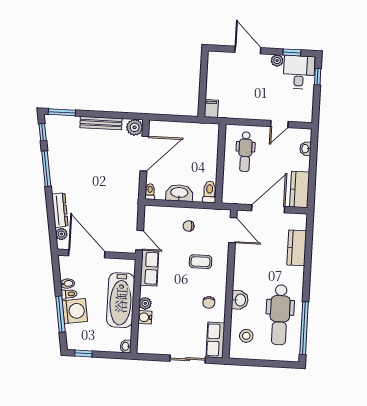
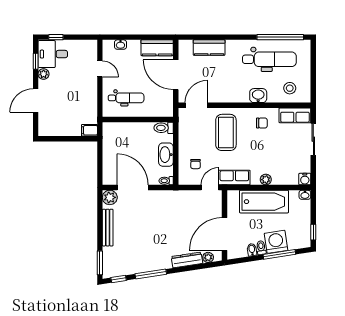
chair: (189, 226) -> (195, 164), moved
coffee table: (200, 262) -> (226, 132), width x1.86, depth x1.72
water cooler: (145, 317) -> (305, 179), moved

